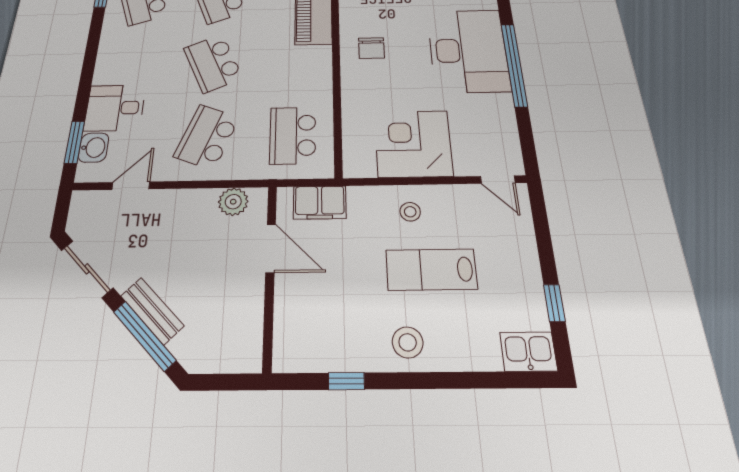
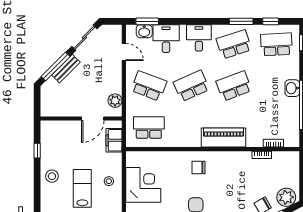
desk: (122, 53) -> (199, 38), added

